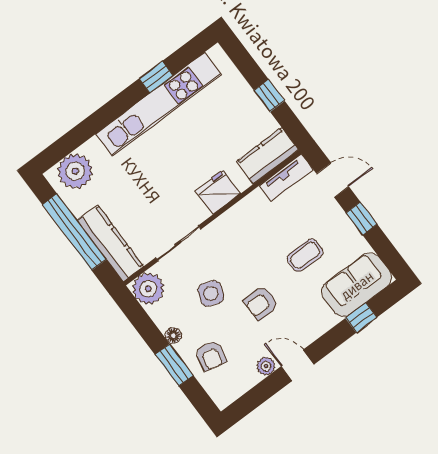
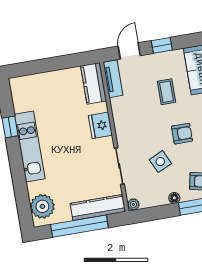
window: (269, 96) -> (57, 63), removed
kitchen unit: (158, 104) -> (30, 146), width x0.73
plant: (148, 289) -> (133, 204), width x0.53, depth x0.53
side table: (211, 294) -> (160, 162), turned 45
armchair: (261, 303) -> (182, 134), turned -90

